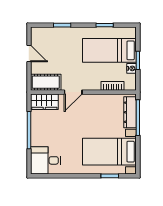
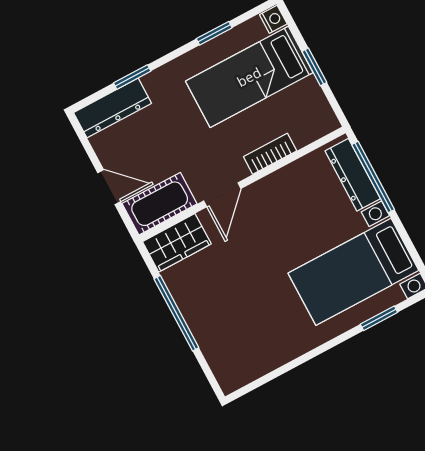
dresser: (47, 33) -> (113, 108), added
door: (29, 53) -> (109, 187), moved
nightstand: (132, 68) -> (273, 19), moved
bookcase: (112, 86) -> (270, 154), moved
desk: (46, 160) -> (240, 354), removed

